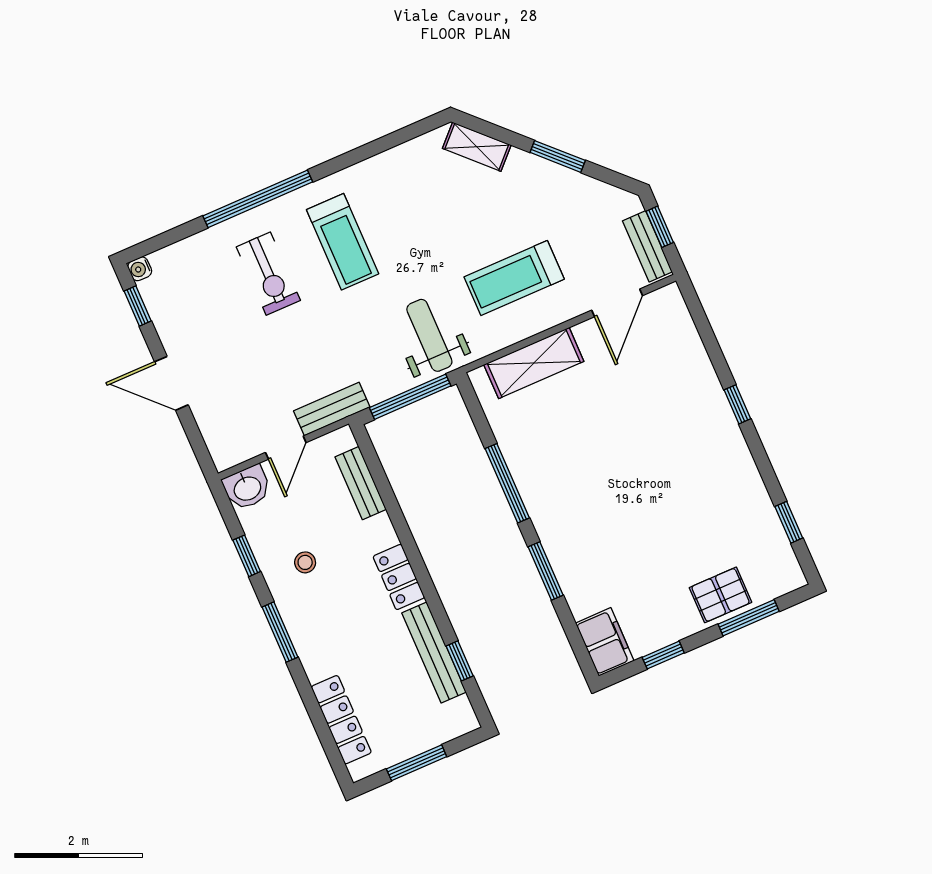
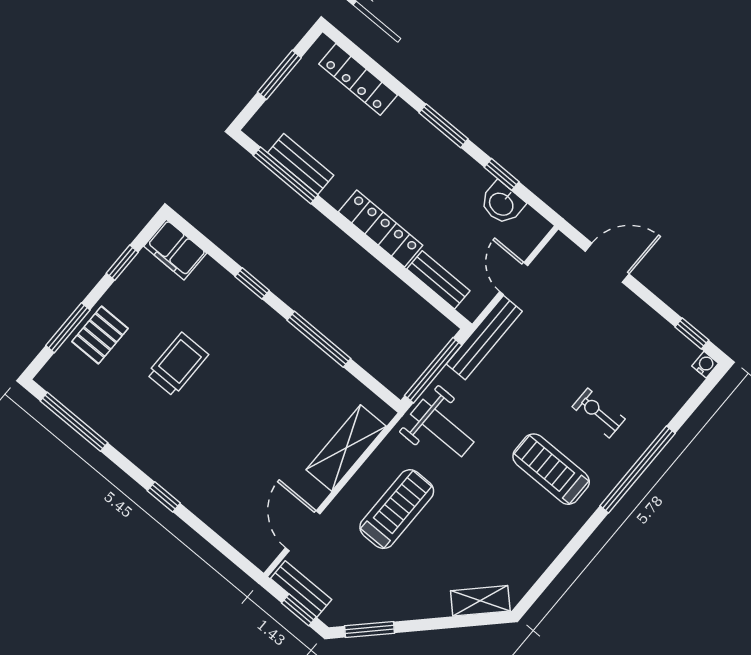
window: (558, 156) -> (369, 629), moved
exercise bike: (268, 274) -> (599, 413), width x0.73, depth x0.72
door: (171, 383) -> (607, 263), moved
bench: (332, 409) -> (484, 338), width x1.36
washbasin: (247, 488) -> (502, 203), moved, turned -90
window: (789, 522) -> (74, 422), width x2.17
trolley: (659, 528) -> (178, 364), added
stool: (305, 562) -> (451, 193), removed
window: (546, 571) -> (252, 283), width x0.67
locker: (399, 577) -> (381, 229), width x1.53
bench: (434, 653) -> (301, 164), width x0.73
window: (460, 661) -> (286, 175), width x2.17

